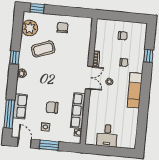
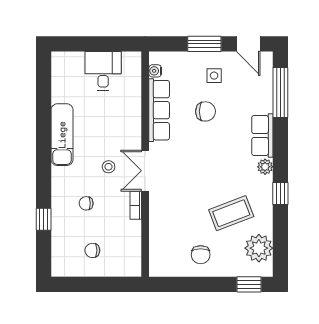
exam couch: (135, 90) -> (62, 135), moved
row of seats: (20, 106) -> (262, 135), moved

